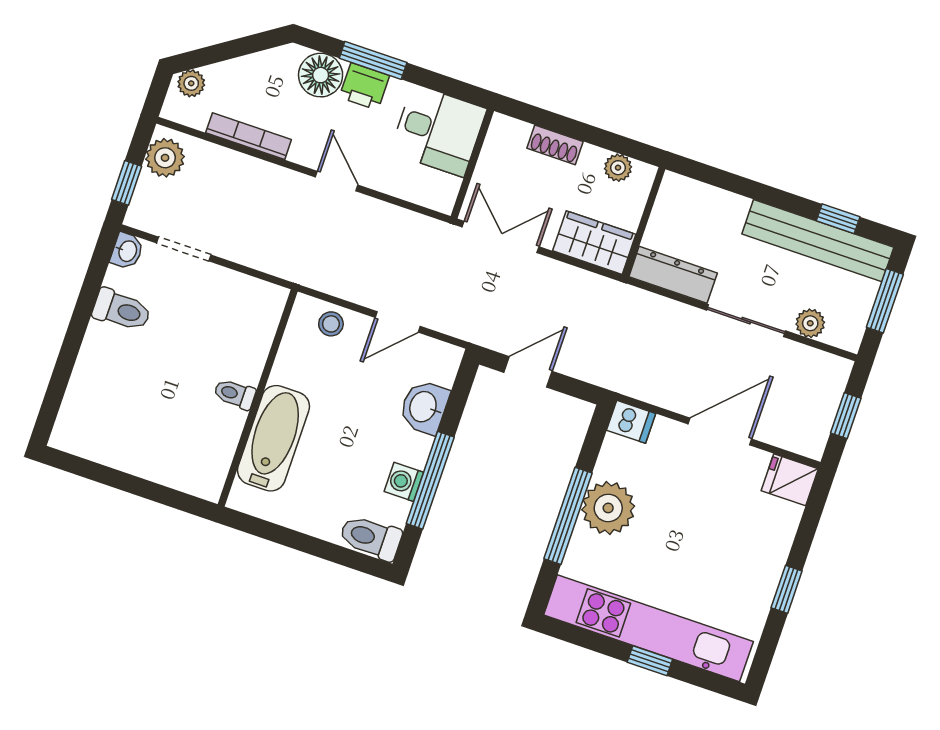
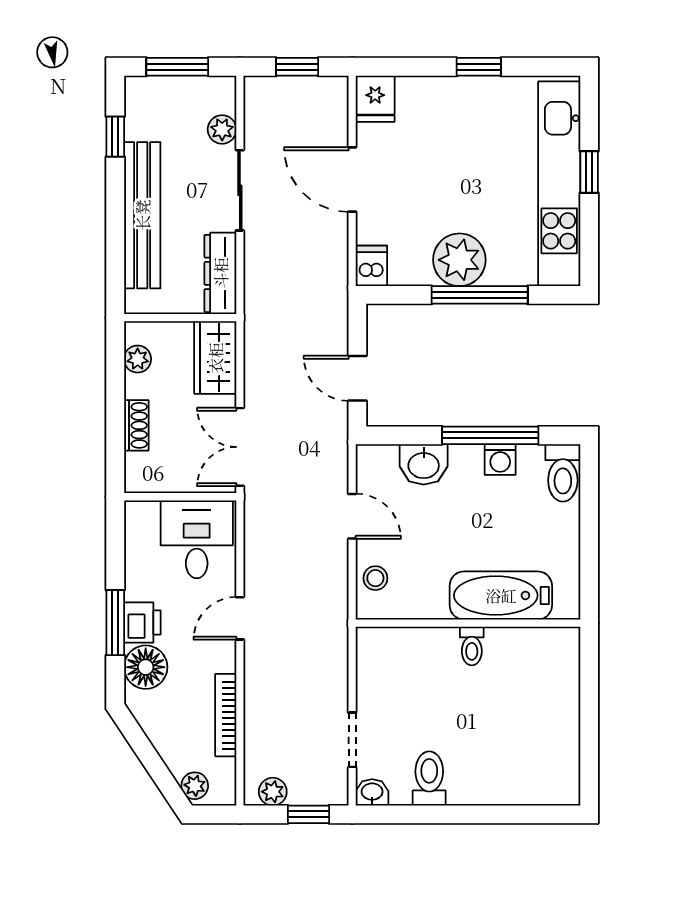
desk: (438, 131) -> (197, 539), moved
plant: (165, 158) -> (273, 792), width x0.73, depth x0.73
bench: (818, 241) -> (142, 215), moved

